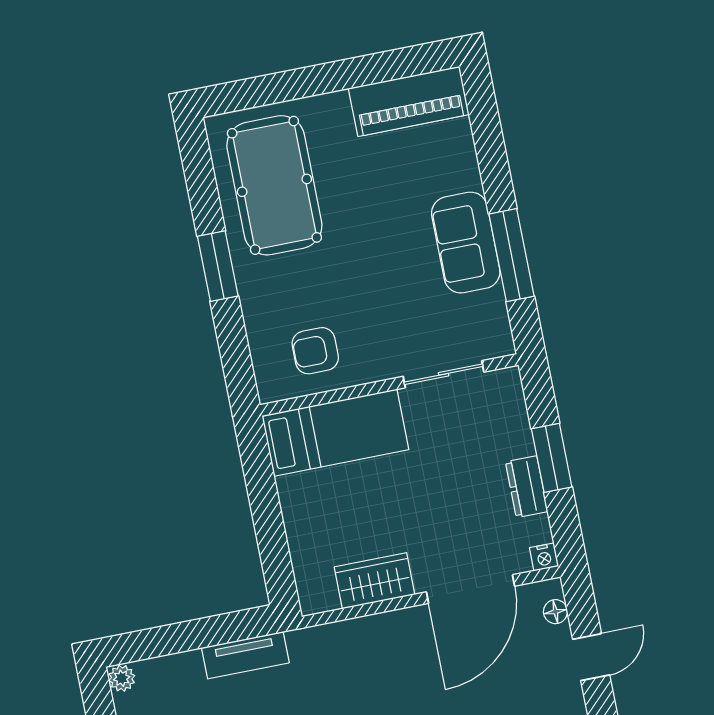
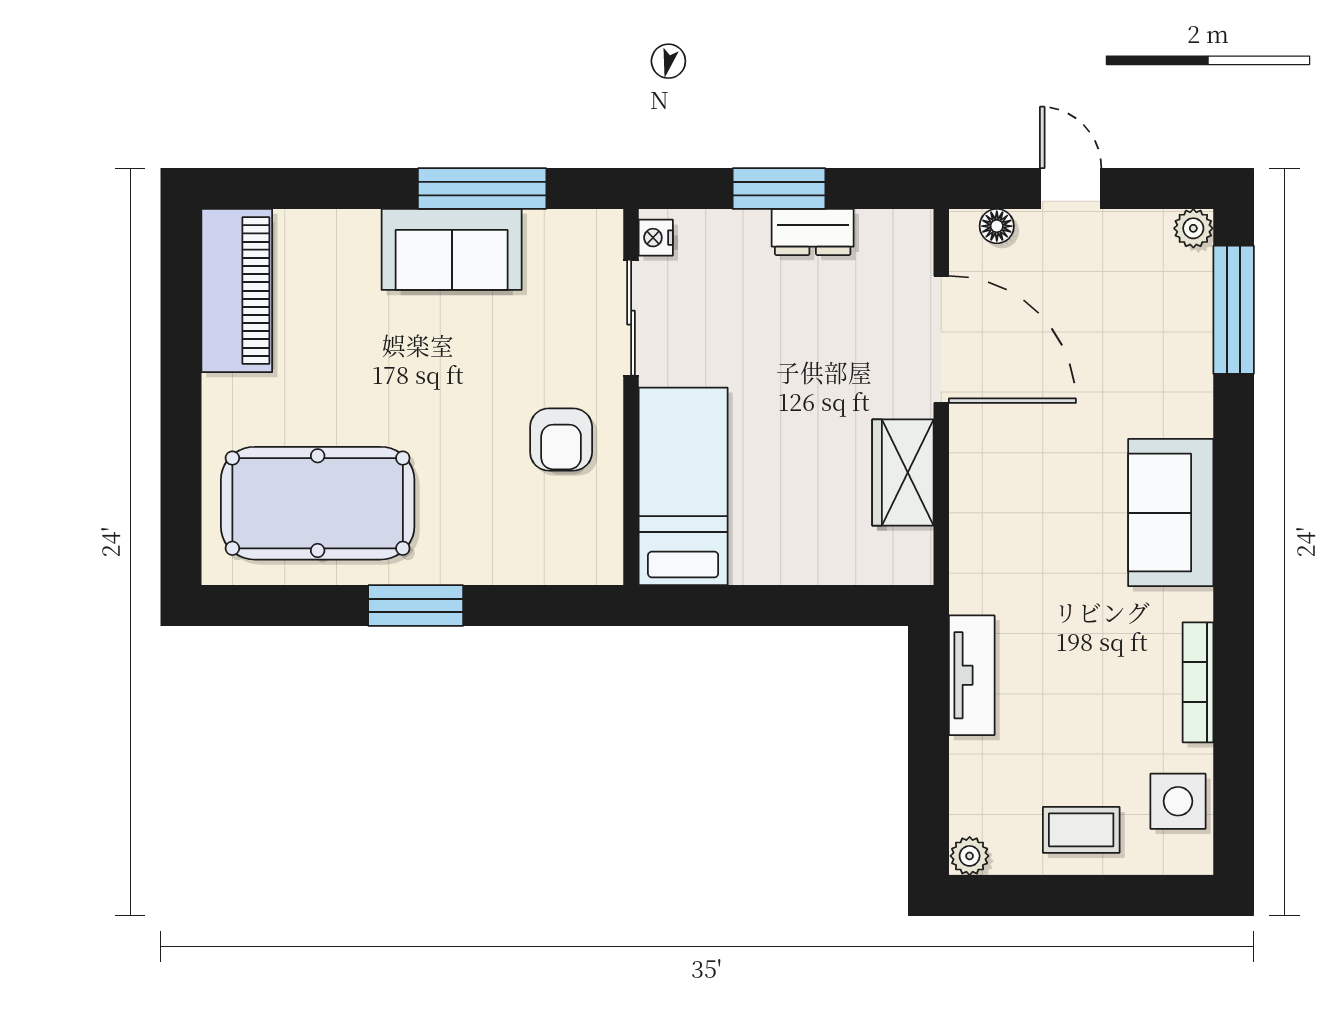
armchair: (315, 351) -> (561, 439), moved
nightstand: (544, 557) -> (656, 238), moved, turned 180

